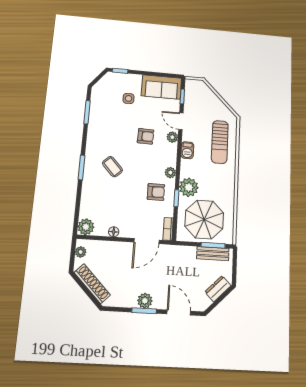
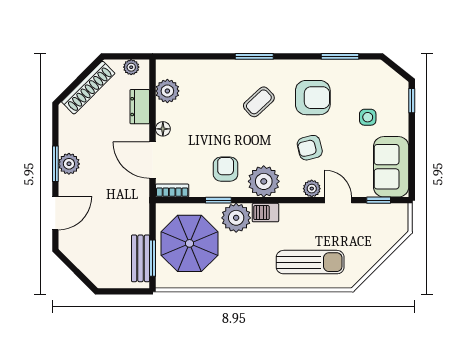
door: (181, 121) -> (338, 200), hinge flipped
armchair: (113, 132) -> (313, 98), added
armchair: (146, 136) -> (310, 148), turned 74
sun lounger: (220, 142) -> (310, 262), turned 180
barbecue: (187, 150) -> (265, 213), moved
plant: (170, 173) -> (264, 181), width x1.88, depth x1.88
armchair: (156, 192) -> (226, 169), turned 180
plant: (86, 227) -> (167, 91), moved
floor lamp: (114, 232) -> (163, 129), moved
dresser: (218, 289) -> (140, 107), moved, turned -135

